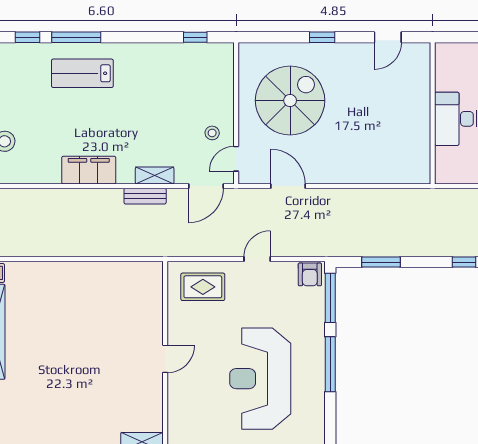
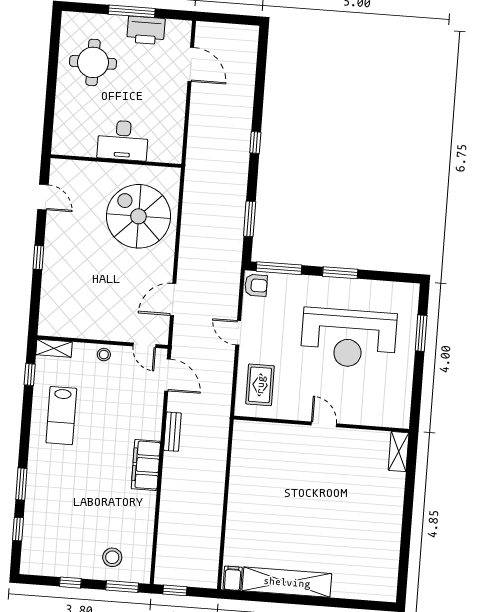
window: (76, 37) -> (21, 484), width x0.69
lab bench: (82, 73) -> (61, 416), moved
spiral stairs: (290, 100) -> (138, 216), moved
stool: (212, 133) -> (104, 355), moved
filing cabinet: (89, 170) -> (146, 465), moved
shelving: (155, 175) -> (54, 348), moved, turned 90
window: (330, 364) -> (340, 273), width x0.69

